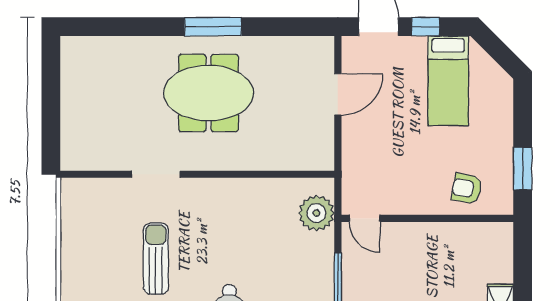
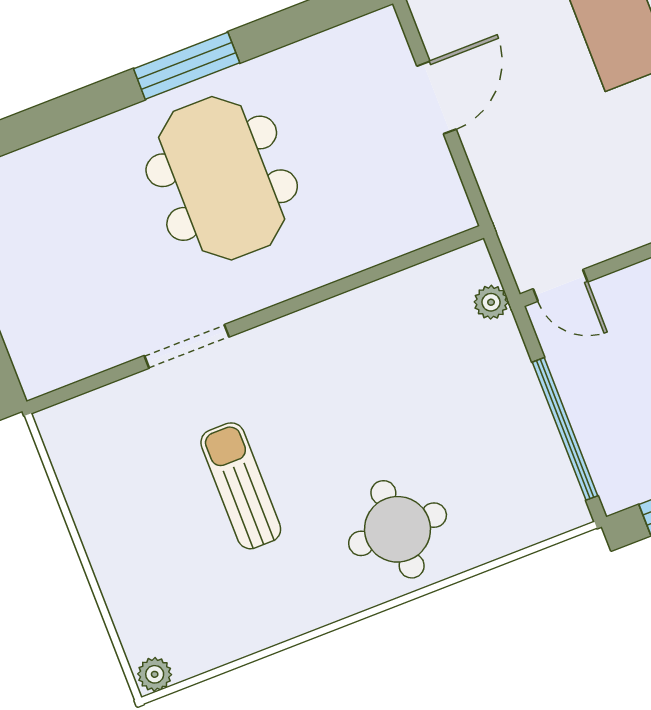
meeting table: (208, 93) -> (222, 178), turned 90
plant: (316, 213) -> (491, 302), width x0.53, depth x0.53

